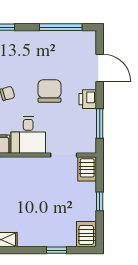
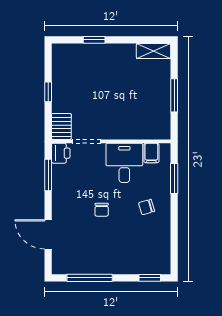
chair: (49, 91) -> (102, 210), width x0.54, depth x0.54
printer: (88, 99) -> (61, 153), moved
server rack: (86, 234) -> (62, 57), removed

